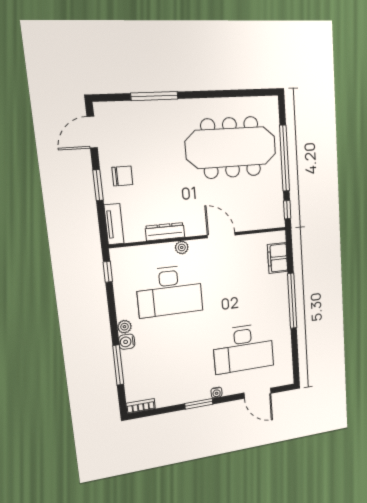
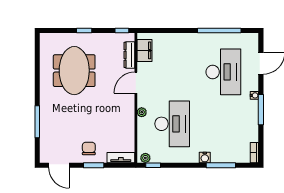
meeting table: (231, 148) -> (74, 71), width x0.73
window: (284, 158) -> (84, 31), width x0.32
dresser: (165, 232) -> (129, 55), moved
filing cabinet: (278, 258) -> (144, 50), moved, turned -90
window: (292, 301) -> (219, 31), moved
plant: (124, 327) -> (145, 158), moved
window: (199, 404) -> (261, 110), width x1.44

